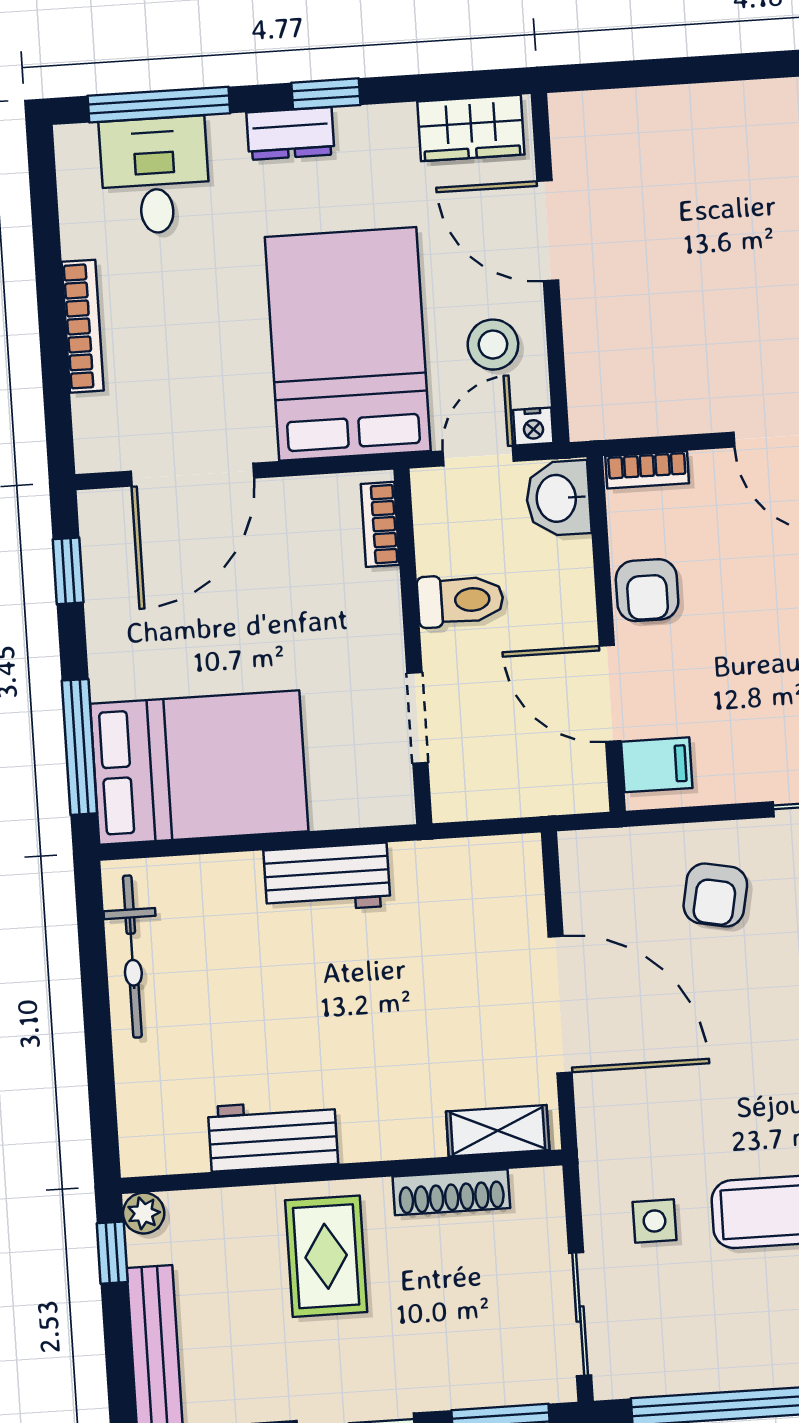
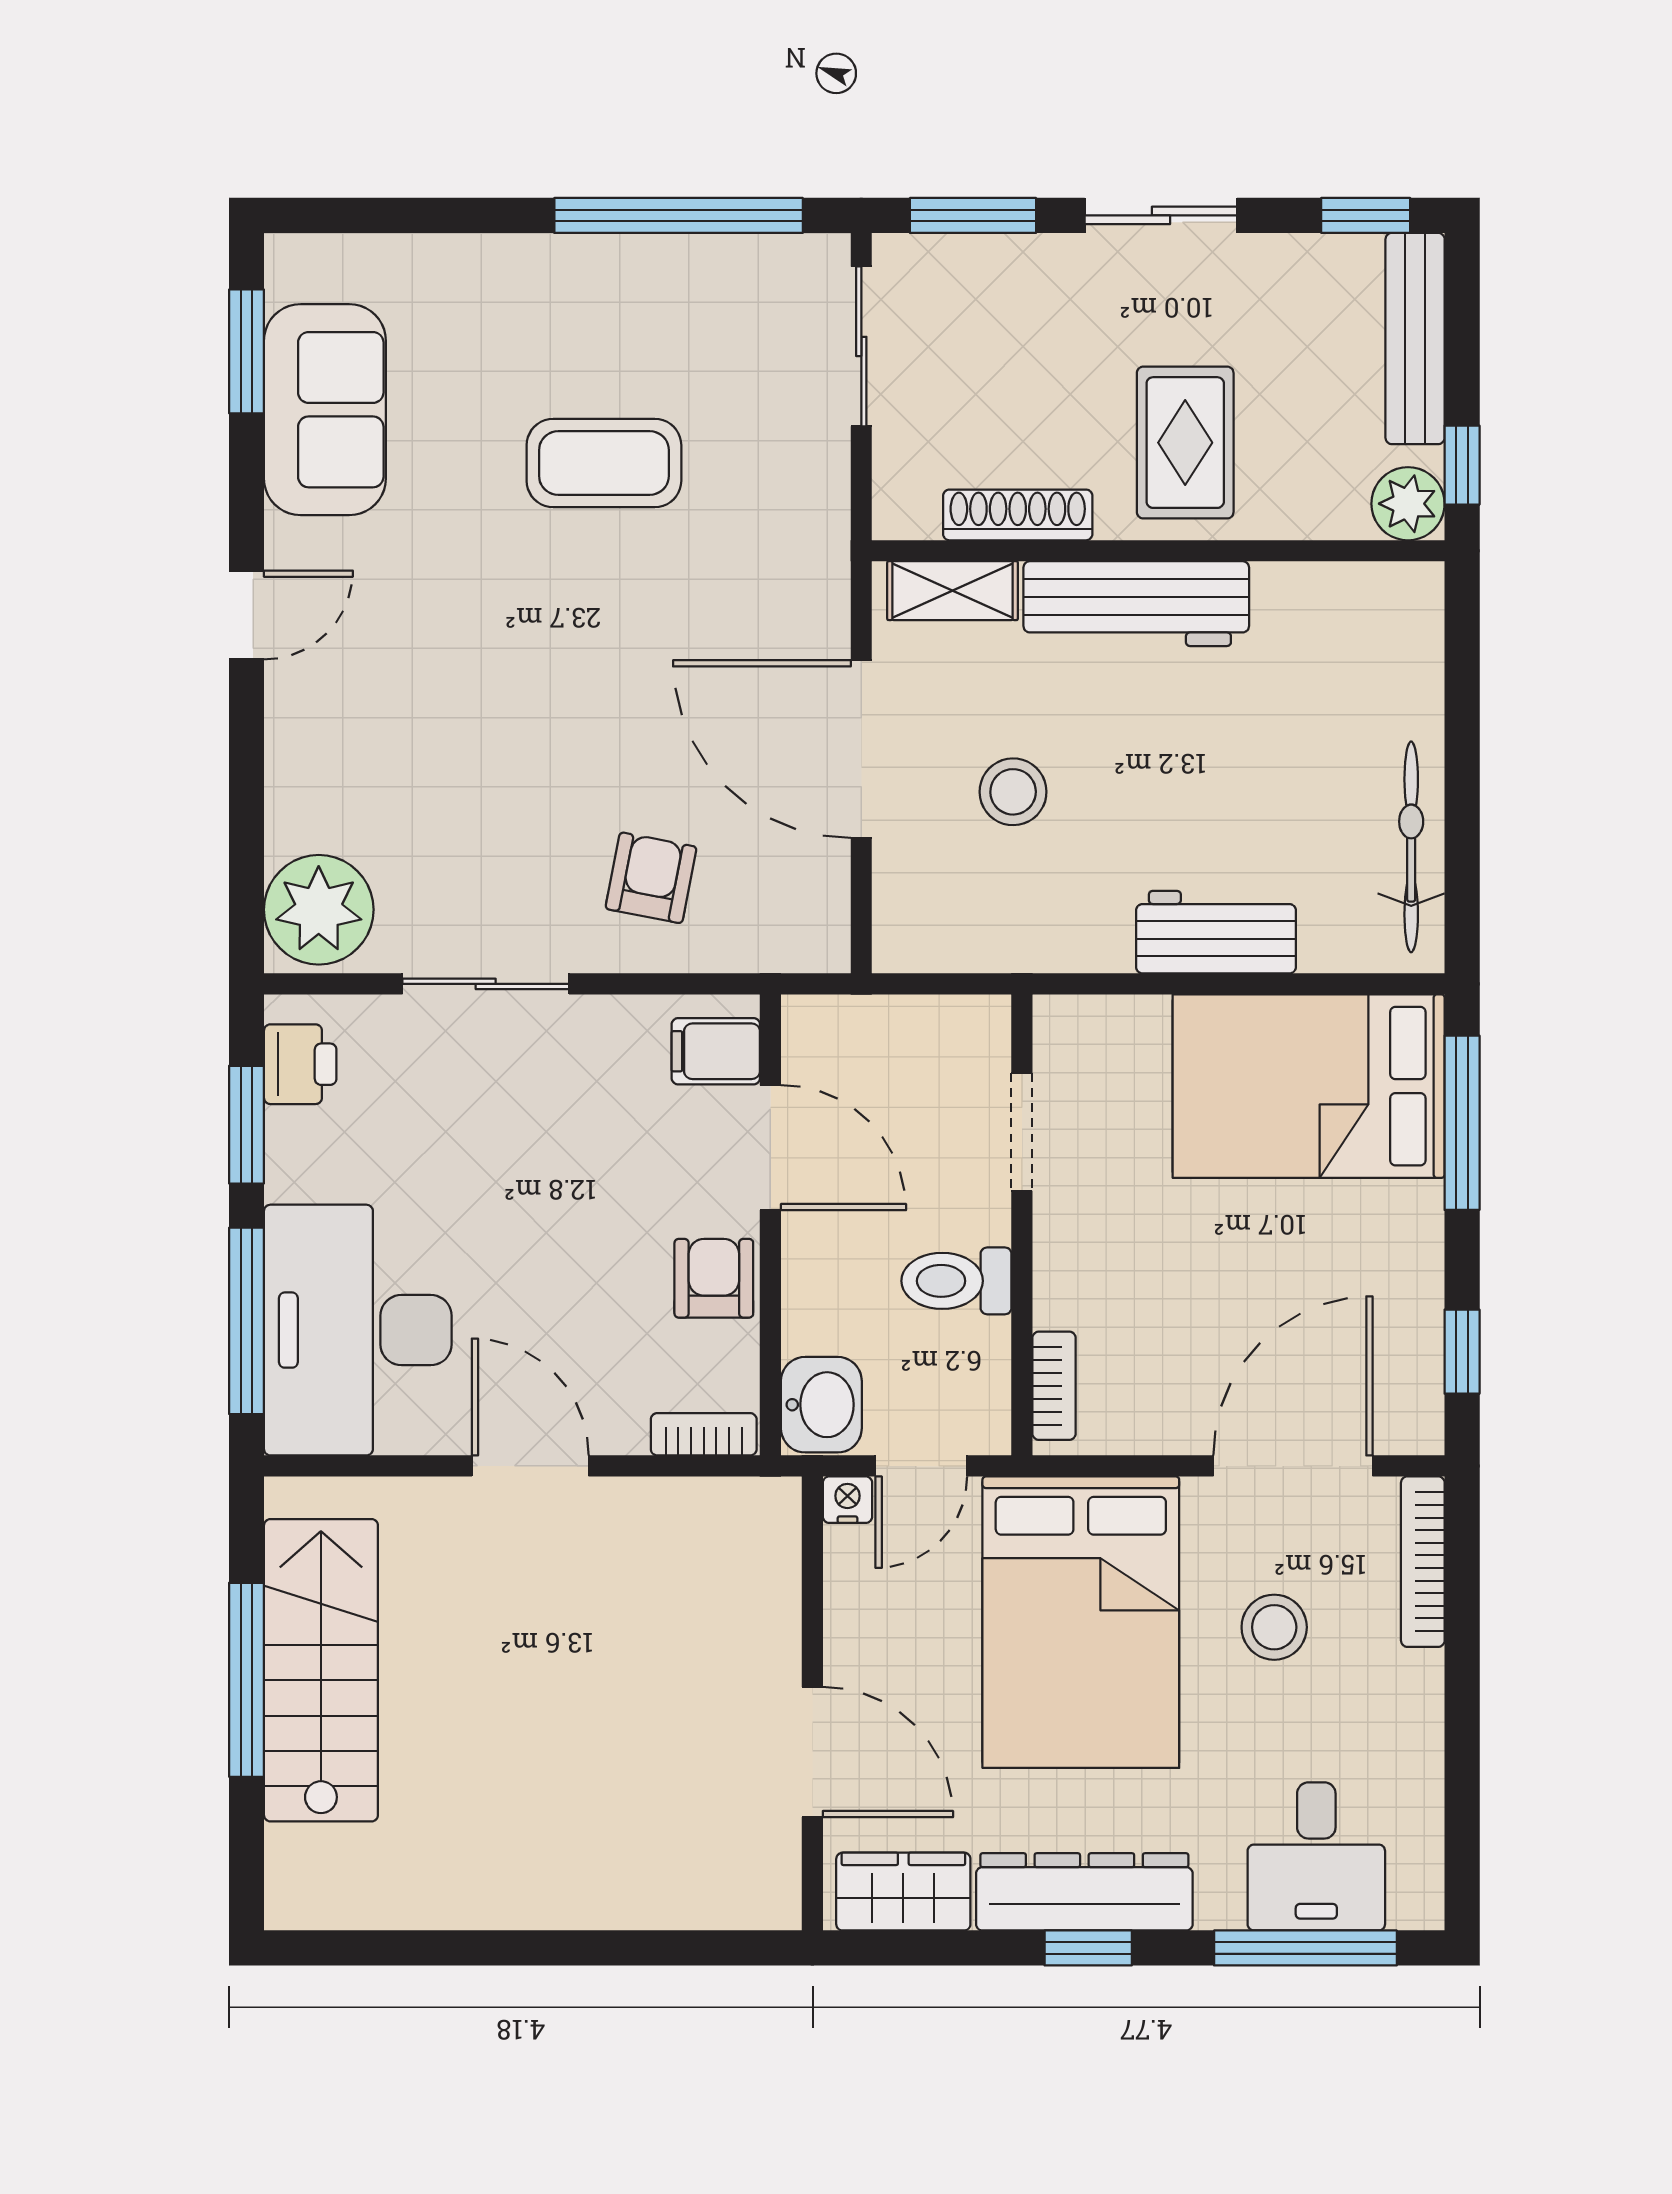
dresser: (290, 134) -> (1084, 1892), width x1.96, depth x1.24
bookcase: (83, 326) -> (1423, 1562), moved
stool: (493, 345) -> (1274, 1627), moved
workbench: (327, 878) -> (1216, 932), moved
stool: (441, 979) -> (1013, 792), added
workbench: (273, 1135) -> (1136, 604), moved, width x1.38
plant: (144, 1213) -> (1408, 504), width x1.38, depth x1.38
side table: (655, 1221) -> (757, 461), removed

